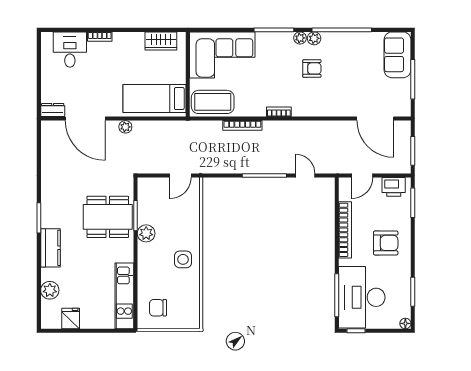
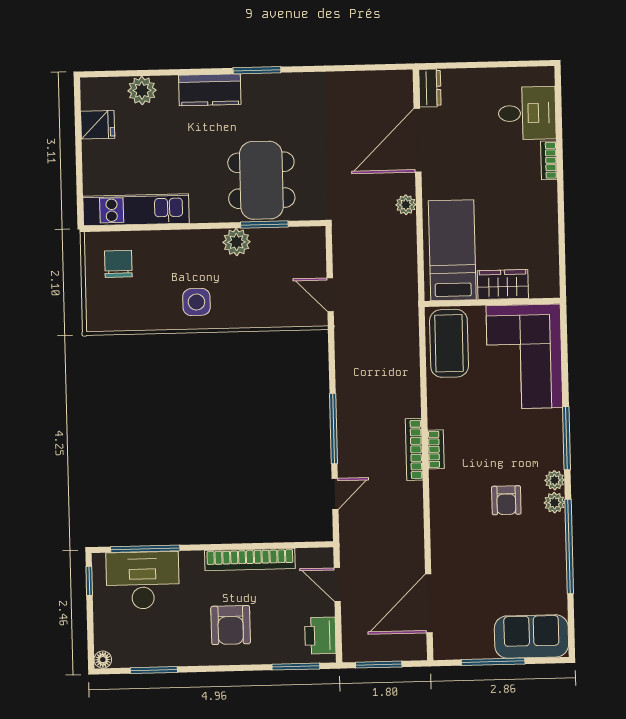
wardrobe: (161, 41) -> (503, 285), moved, turned 90
bookcase: (242, 125) -> (414, 449), moved
desk: (362, 297) -> (143, 580), width x0.73, depth x0.77

